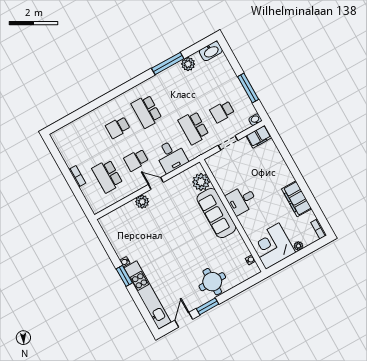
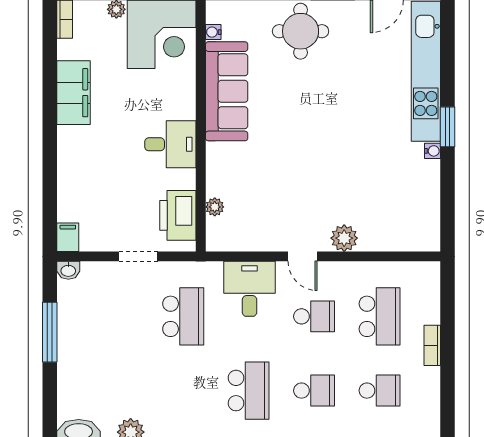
school desk: (222, 112) -> (380, 391), moved
filing cabinet: (259, 137) -> (68, 237), width x0.50
printer: (221, 171) -> (178, 215), added
plant: (201, 182) -> (215, 207), width x0.53, depth x0.53
sofa: (216, 213) -> (227, 91), moved

